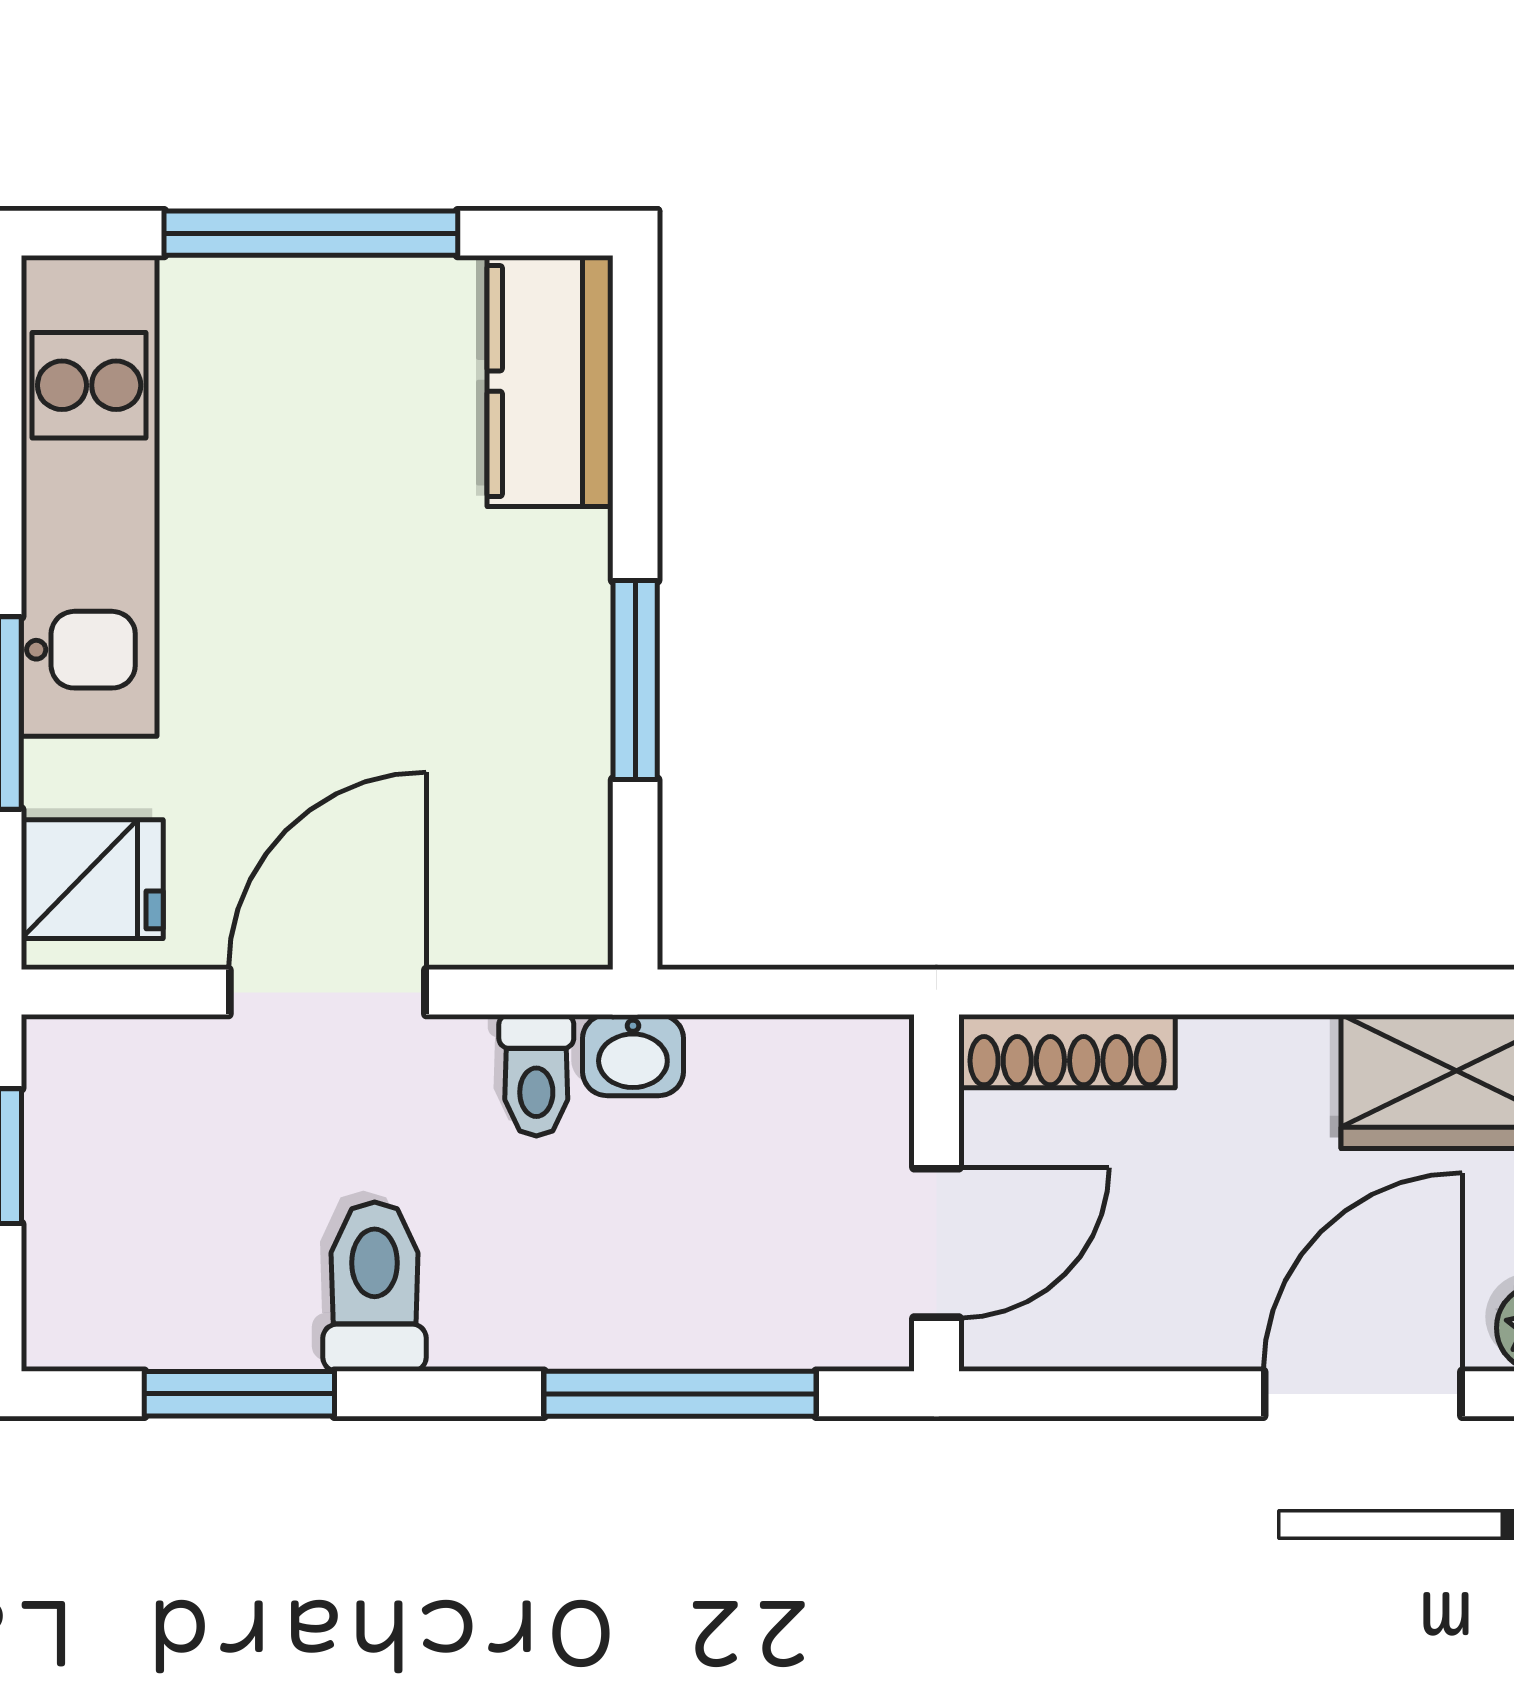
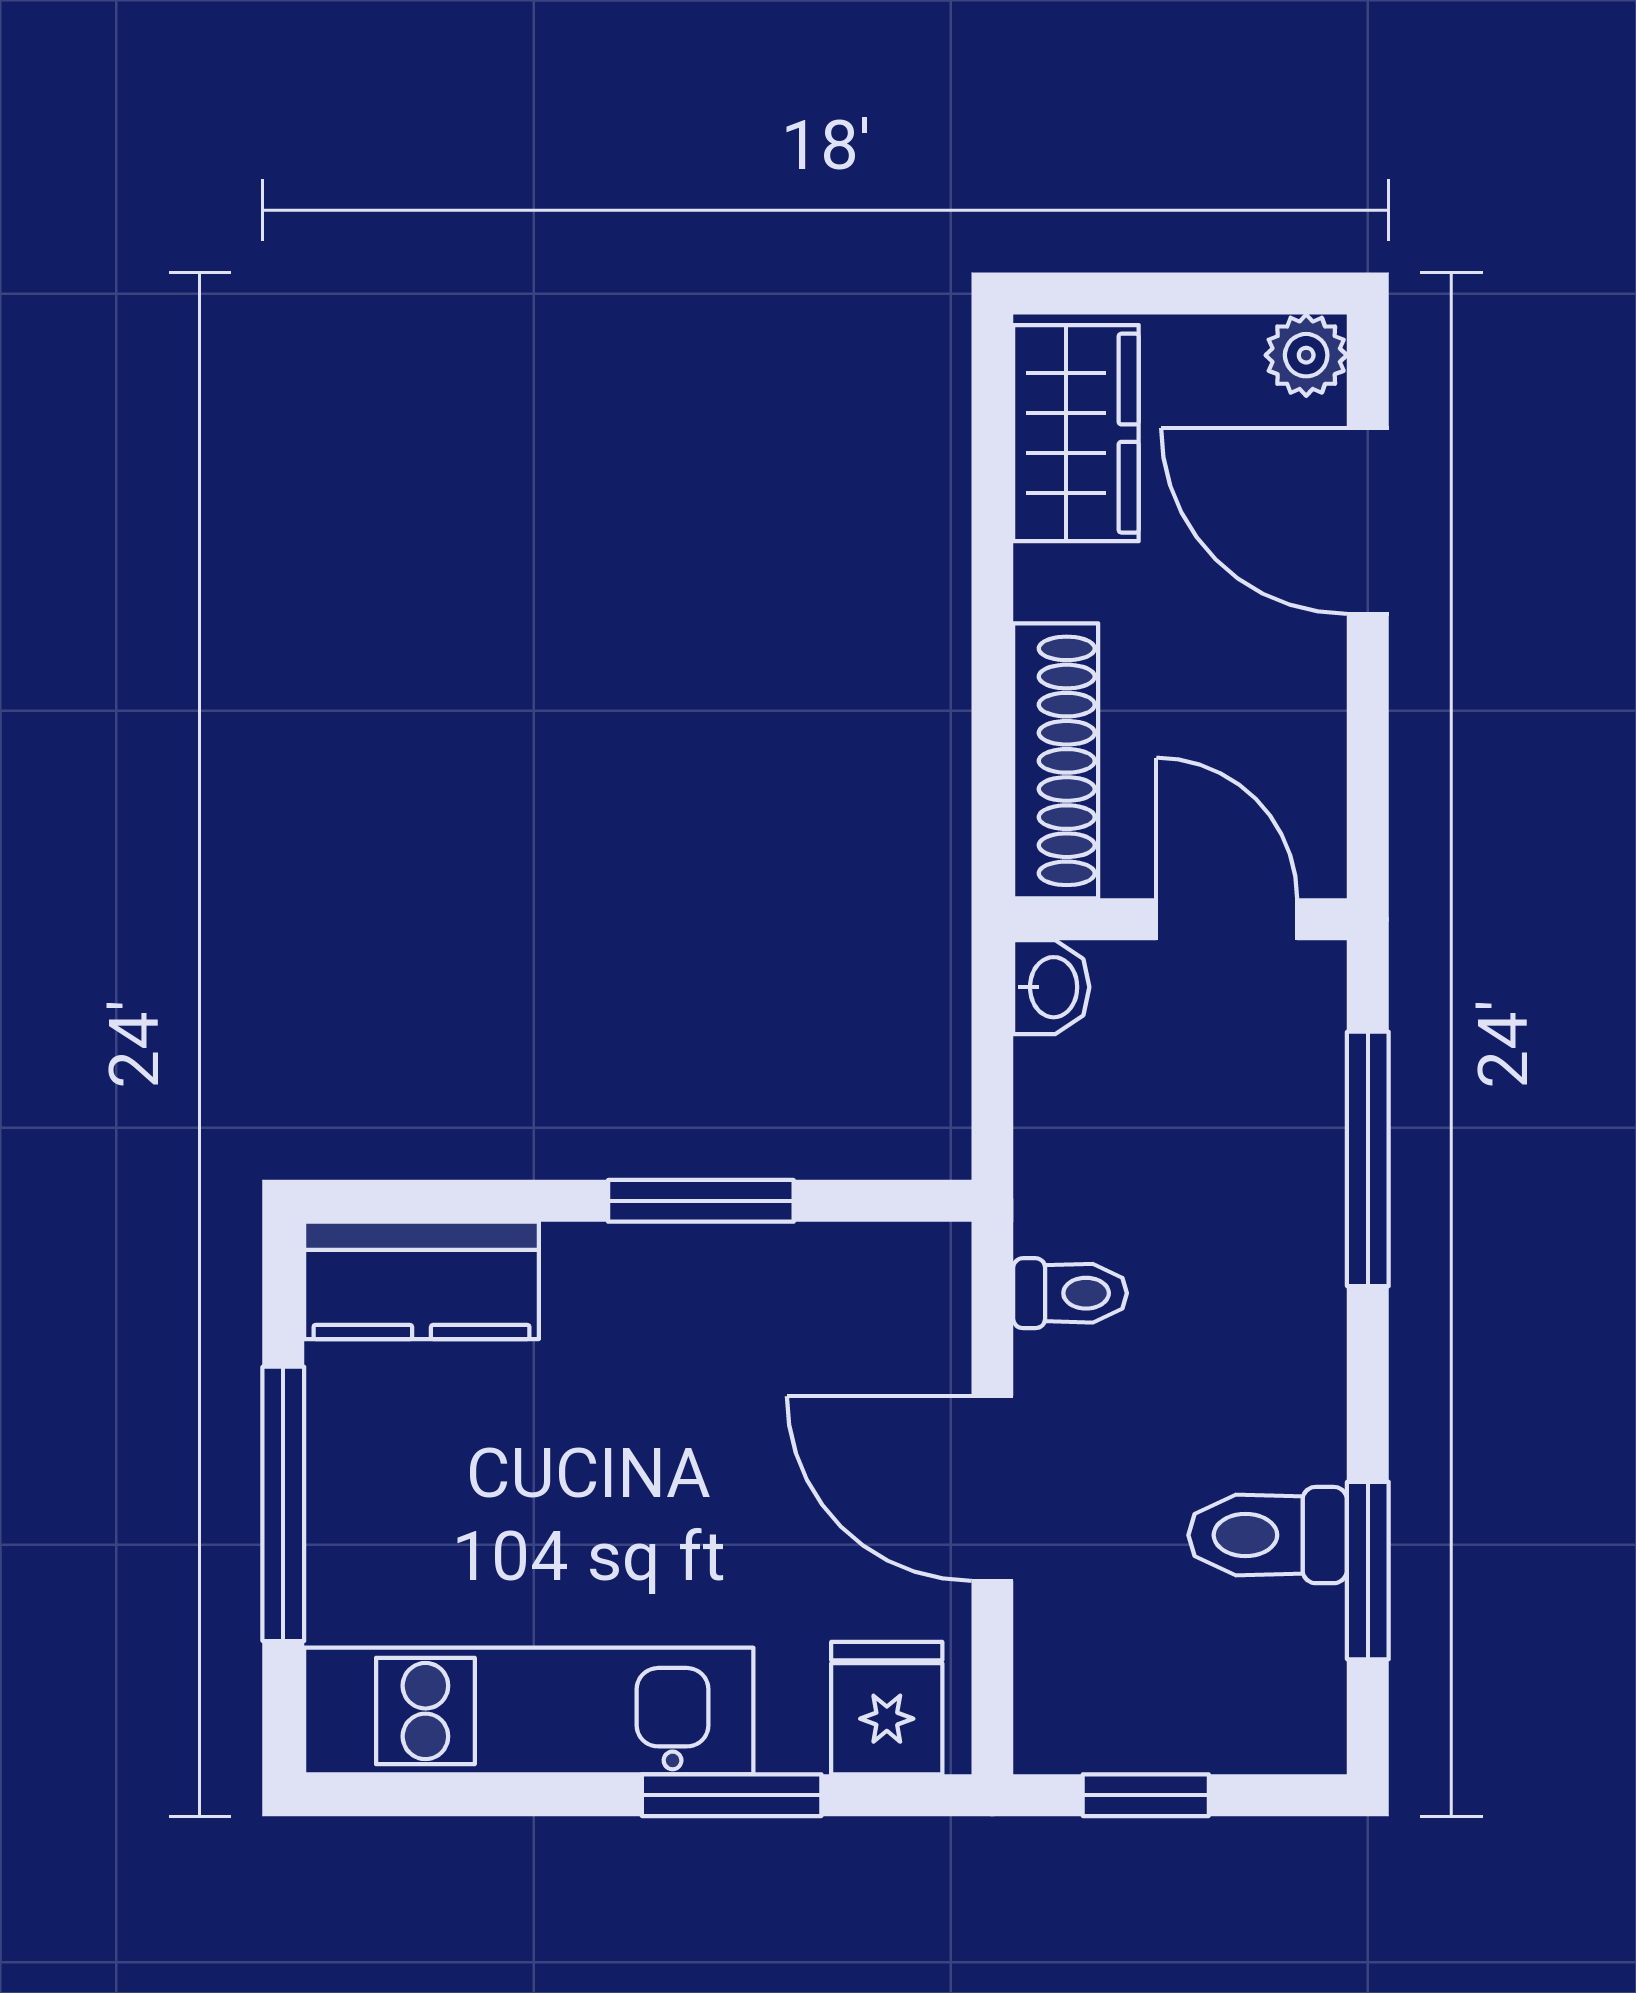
shoe rack: (1067, 1051) -> (1056, 761), width x1.36, depth x1.24
washbasin: (633, 1055) -> (1051, 987), moved
toilet: (375, 1287) -> (1268, 1535), moved

